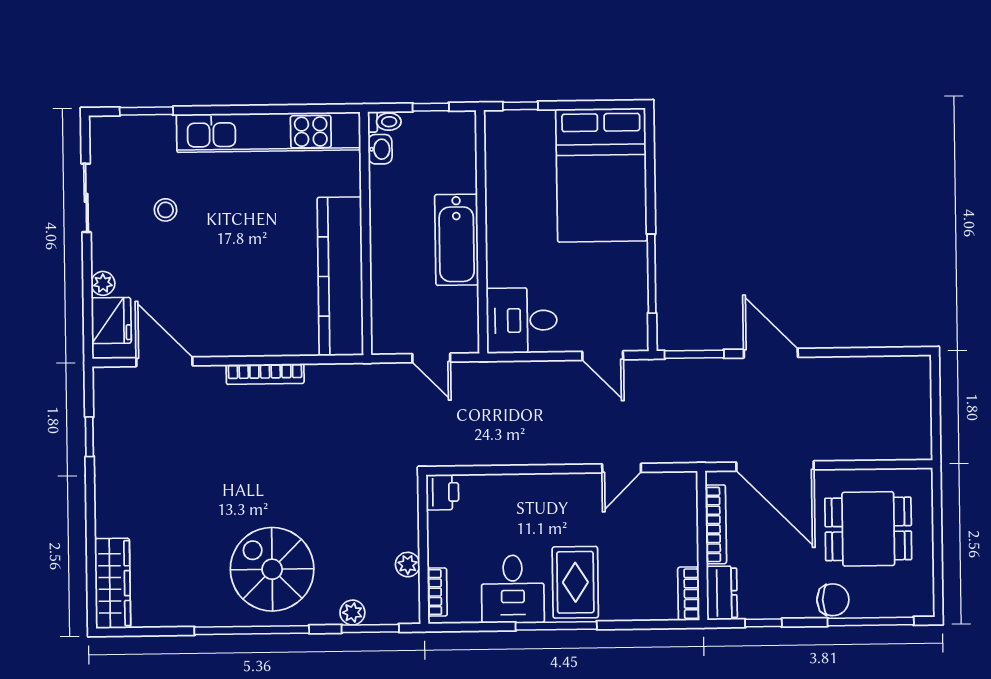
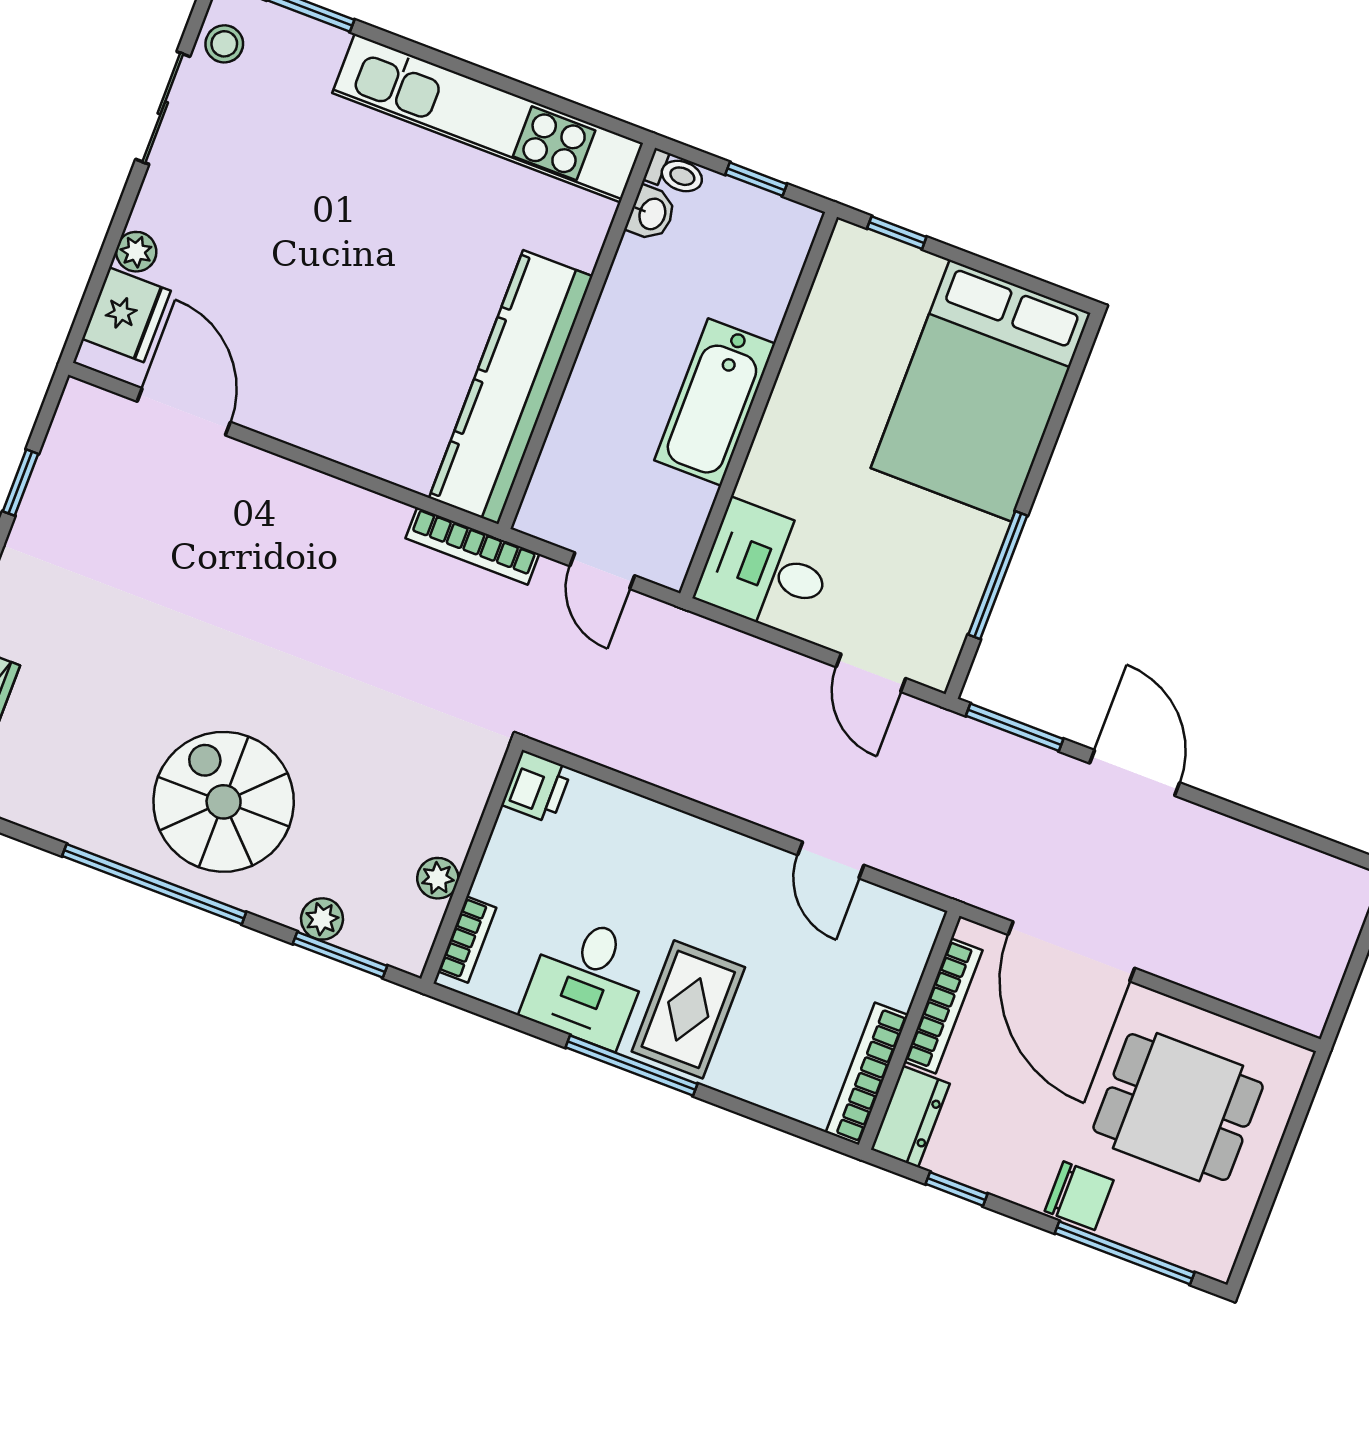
stool: (165, 210) -> (224, 44), moved
bookcase: (265, 374) -> (472, 546), moved
door: (622, 468) -> (831, 860), hinge flipped
bookcase: (689, 594) -> (867, 1074), width x1.56

